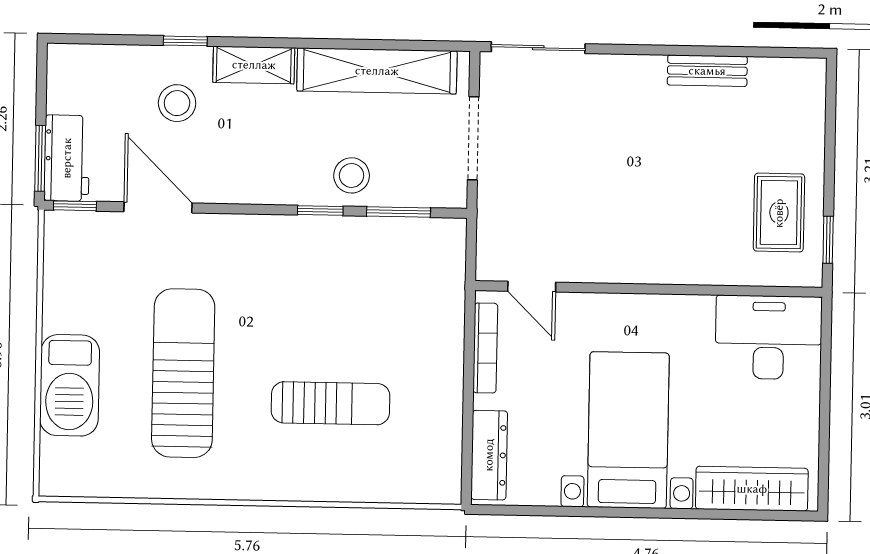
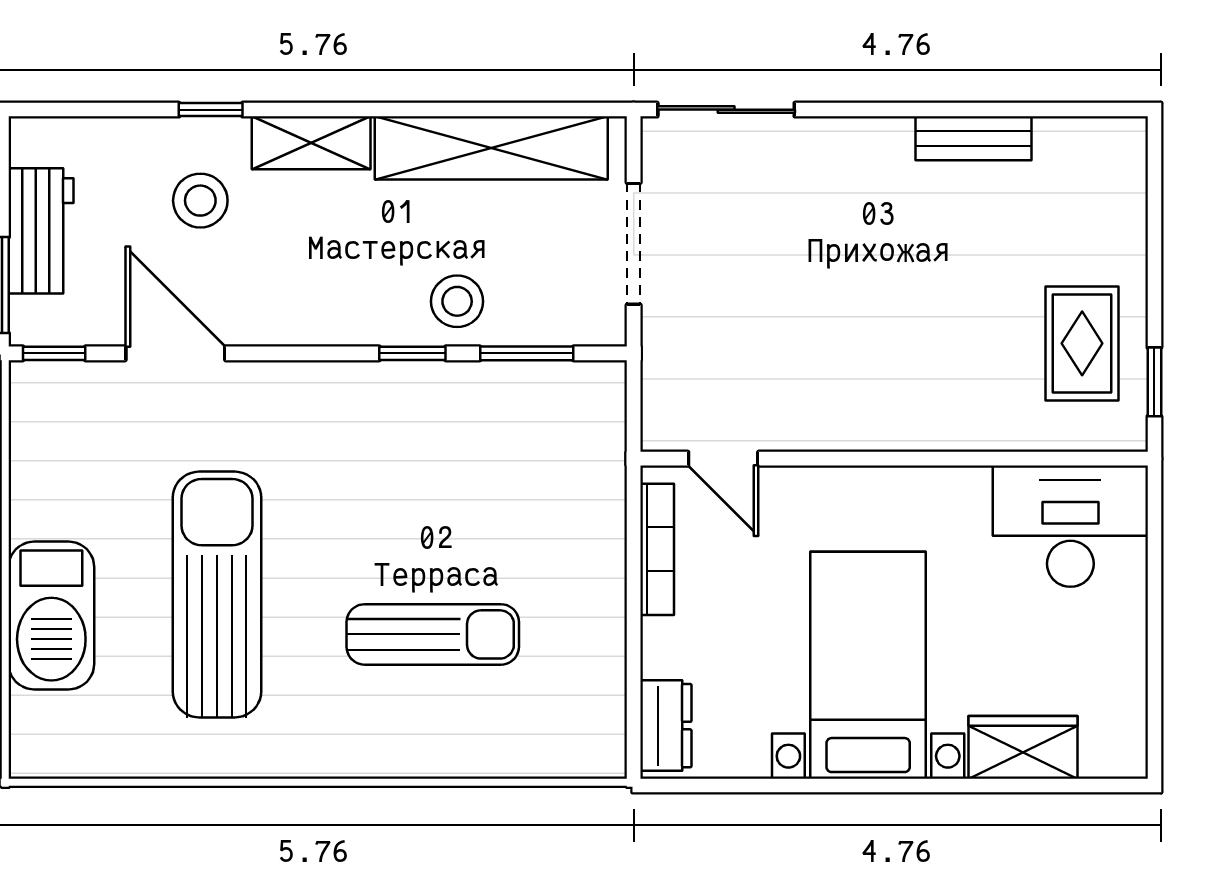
workbench: (67, 158) -> (41, 231), moved
dresser: (489, 455) -> (666, 726), width x0.70
wardrobe: (752, 489) -> (1023, 747), width x0.67

